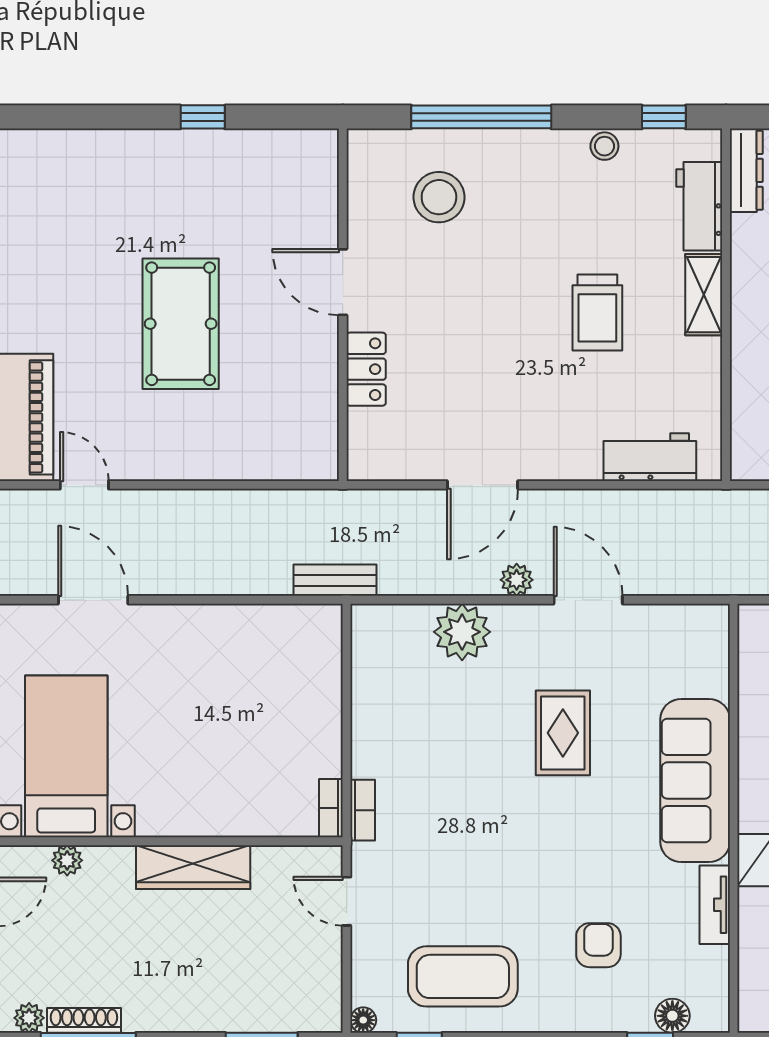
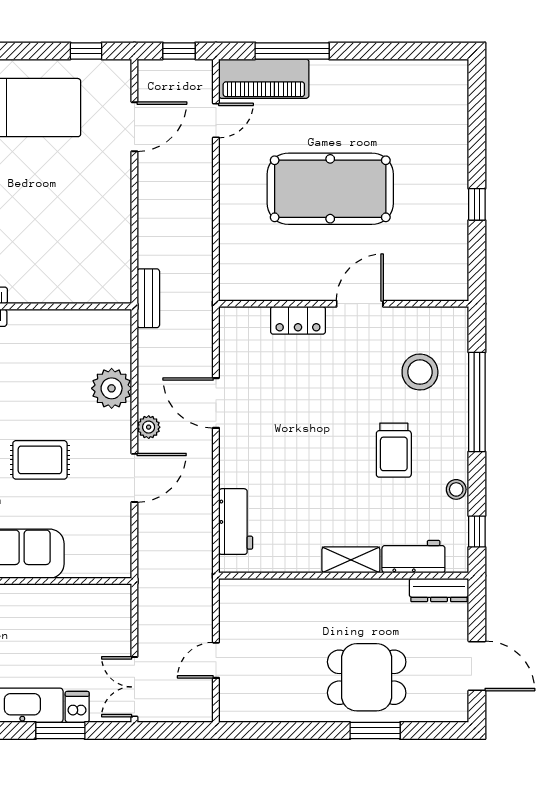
trolley: (597, 313) -> (394, 450), moved, turned -90
pool table: (181, 324) -> (330, 189), width x1.36, depth x1.32

